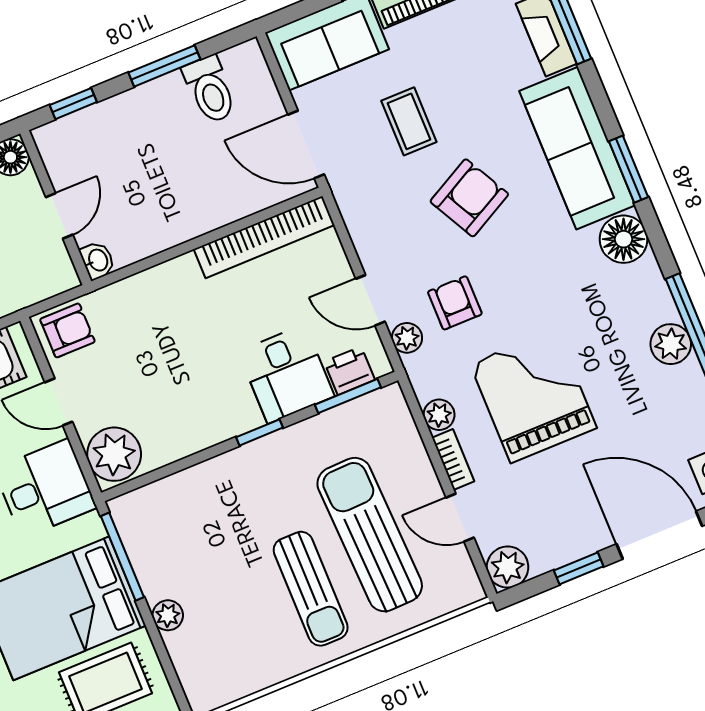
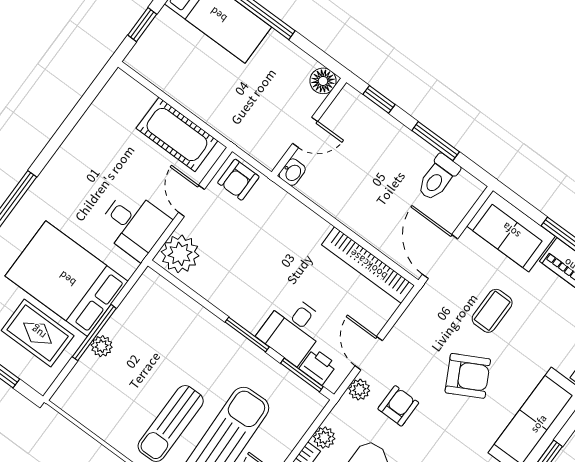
armchair: (67, 330) -> (238, 180), turned 90
window: (259, 432) -> (247, 335), width x1.50
window: (122, 557) -> (94, 333), moved

